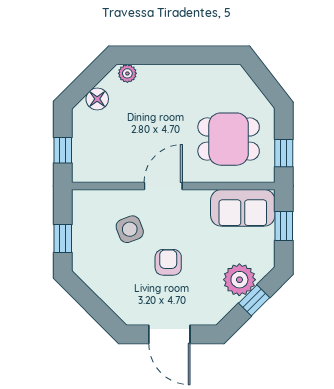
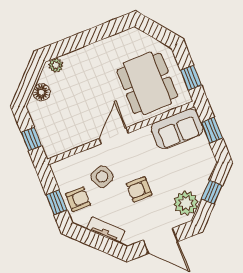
dining table: (229, 139) -> (147, 83), width x1.38
armchair: (90, 245) -> (78, 199), added
armchair: (168, 262) -> (139, 189), turned -90
plant: (239, 280) -> (186, 203), moved
tv unit: (109, 295) -> (106, 230), added

